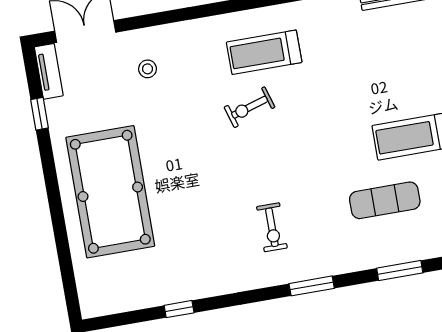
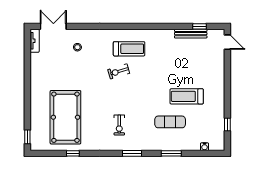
treadmill: (264, 52) -> (129, 49), turned 180
window: (40, 114) -> (27, 137), moved
pool table: (110, 192) -> (65, 117), moved

